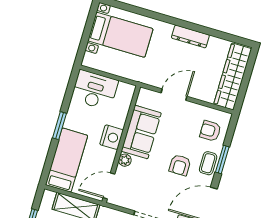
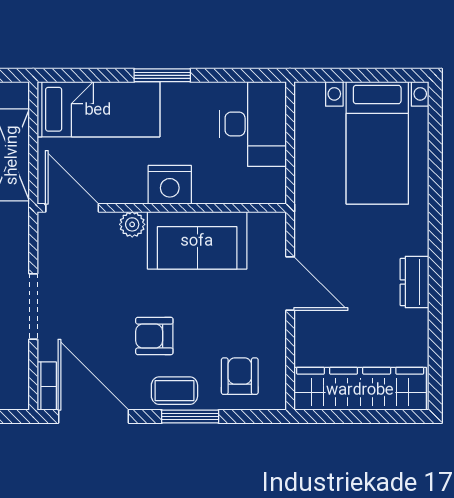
dresser: (190, 36) -> (415, 282), width x0.70

